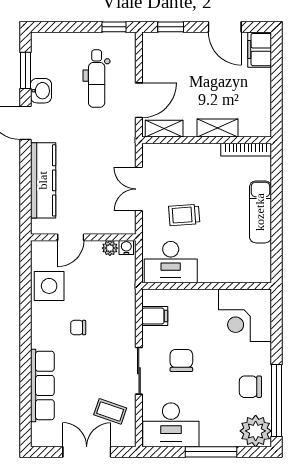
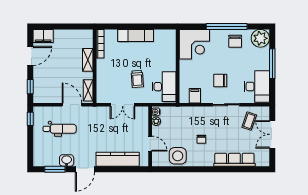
window: (276, 400) -> (227, 26), moved

